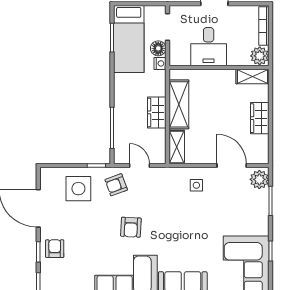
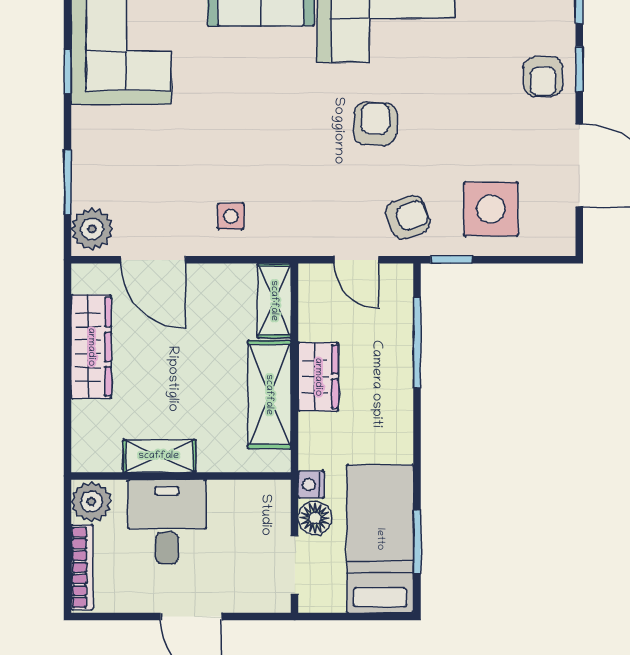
desk: (209, 47) -> (167, 522), moved
shelving: (252, 76) -> (159, 456), moved
wardrobe: (260, 118) -> (91, 347), width x1.50

